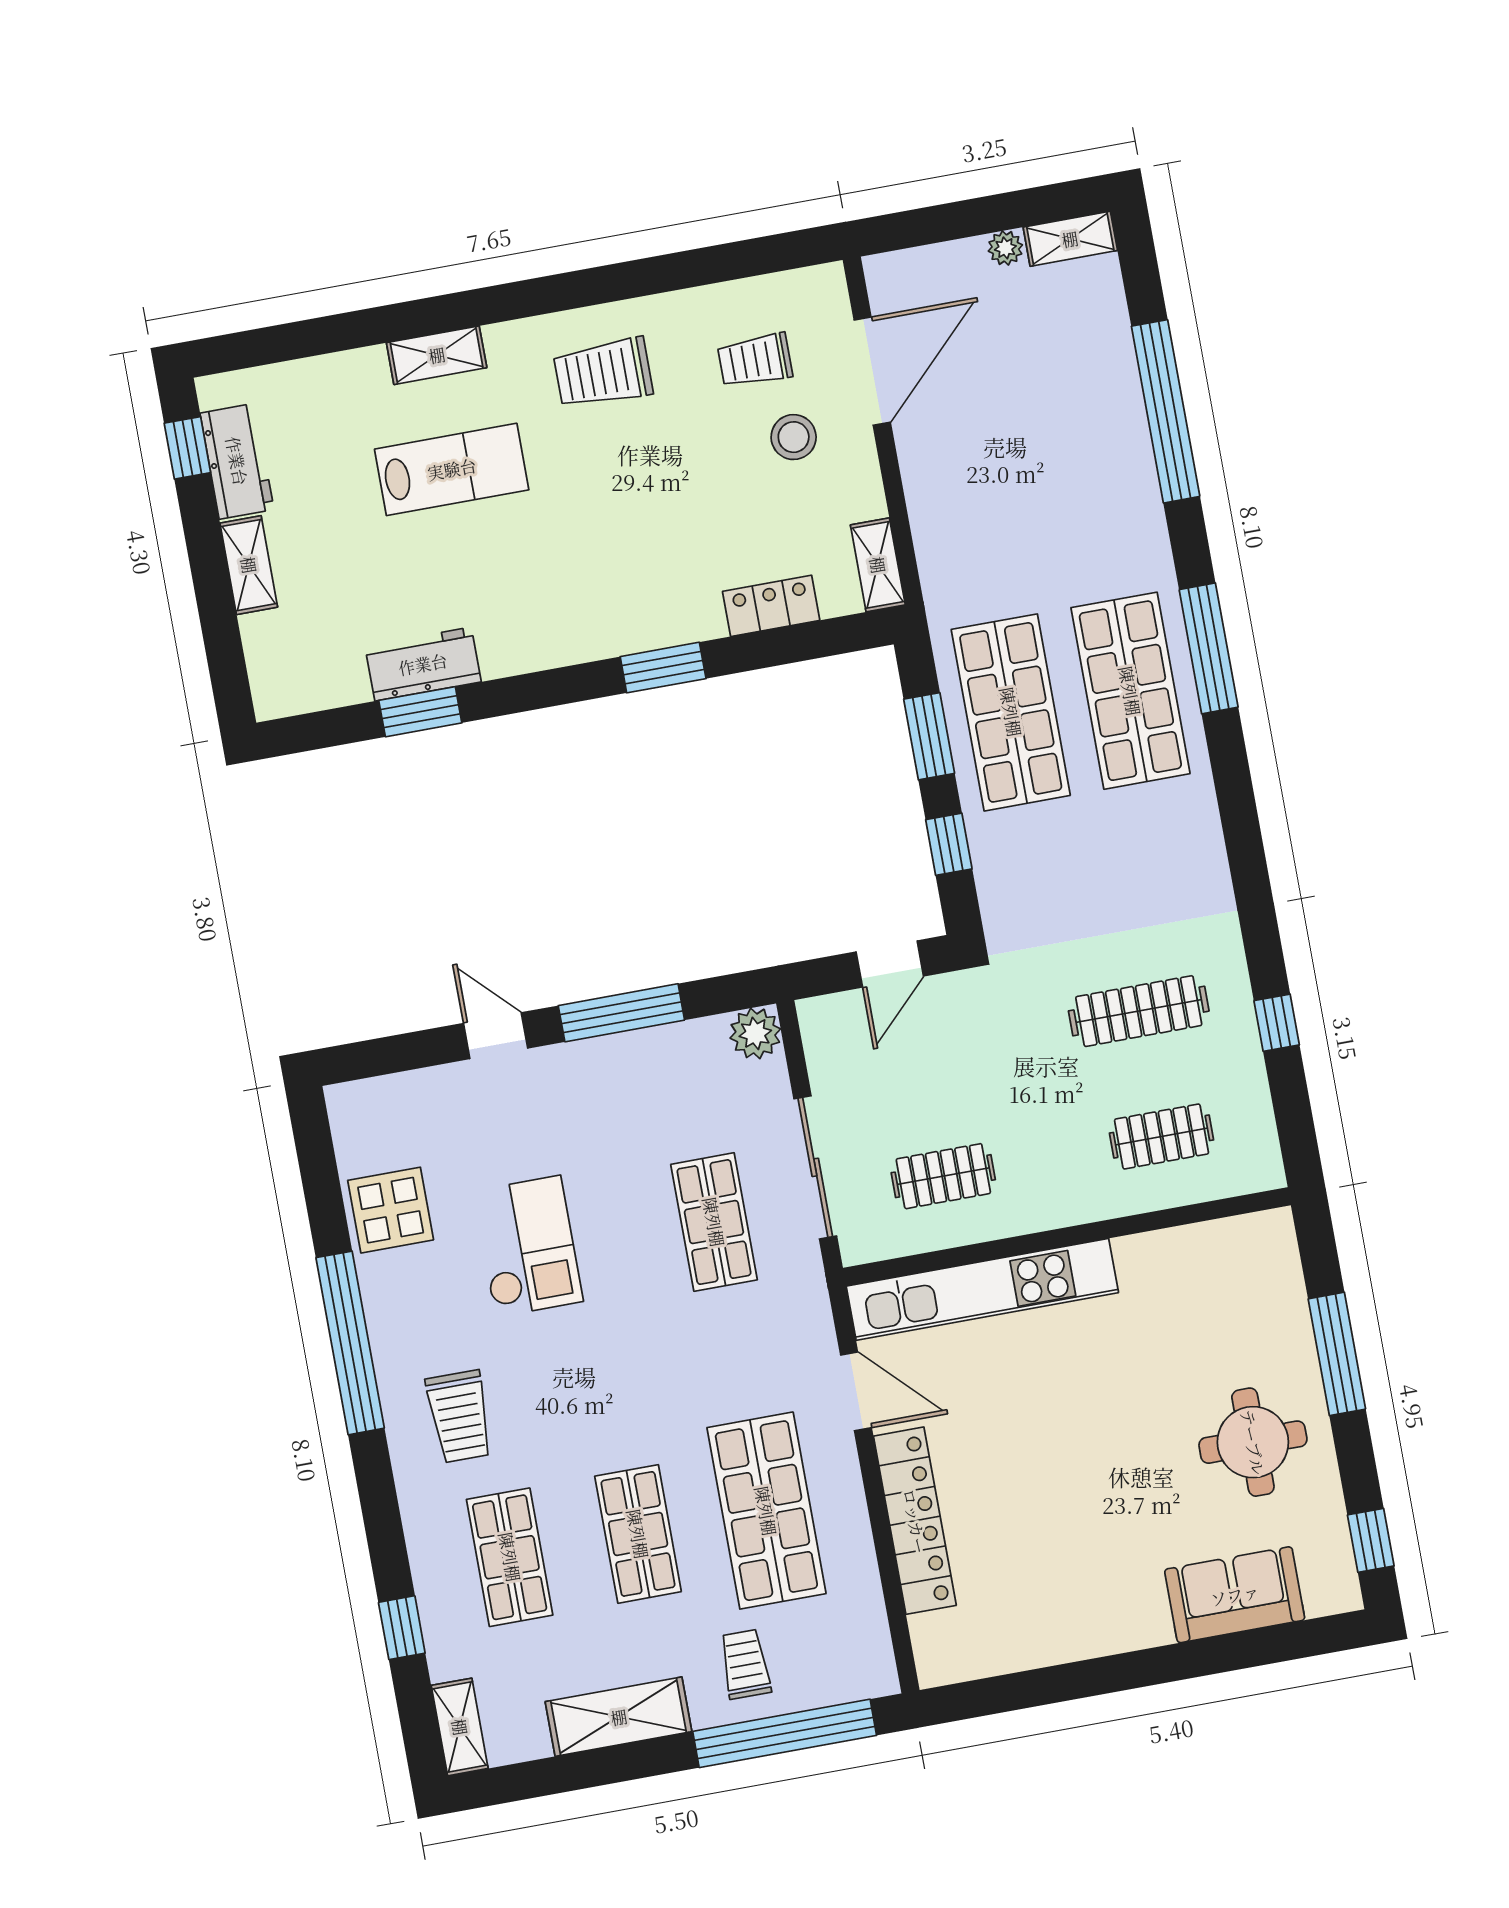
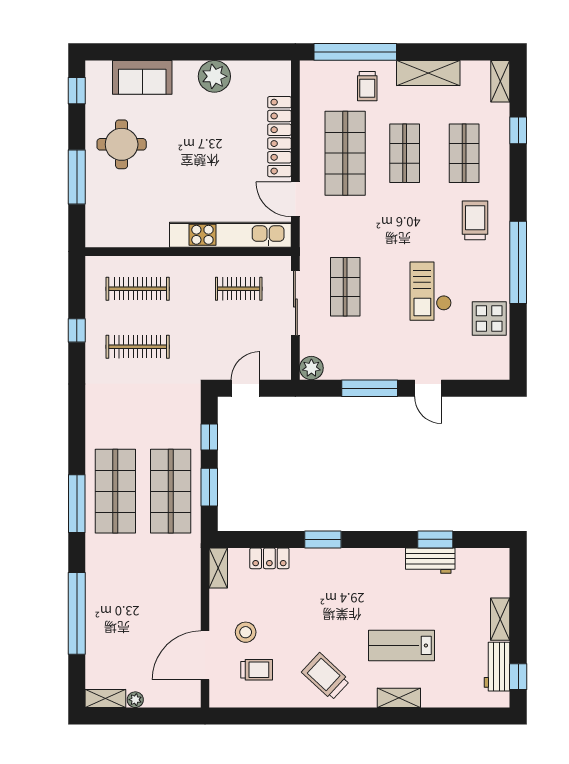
trolley: (603, 373) -> (326, 676), turned -137
clothes rail: (1161, 1137) -> (138, 289), width x1.36
plant: (1079, 1625) -> (214, 76), added

